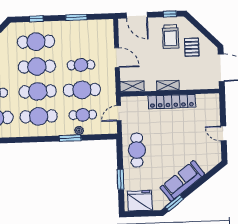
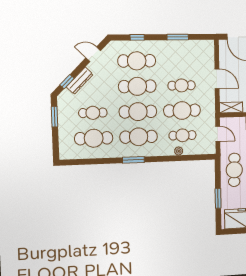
door: (119, 113) -> (218, 134), swing flipped
window: (70, 138) -> (133, 160), moved

